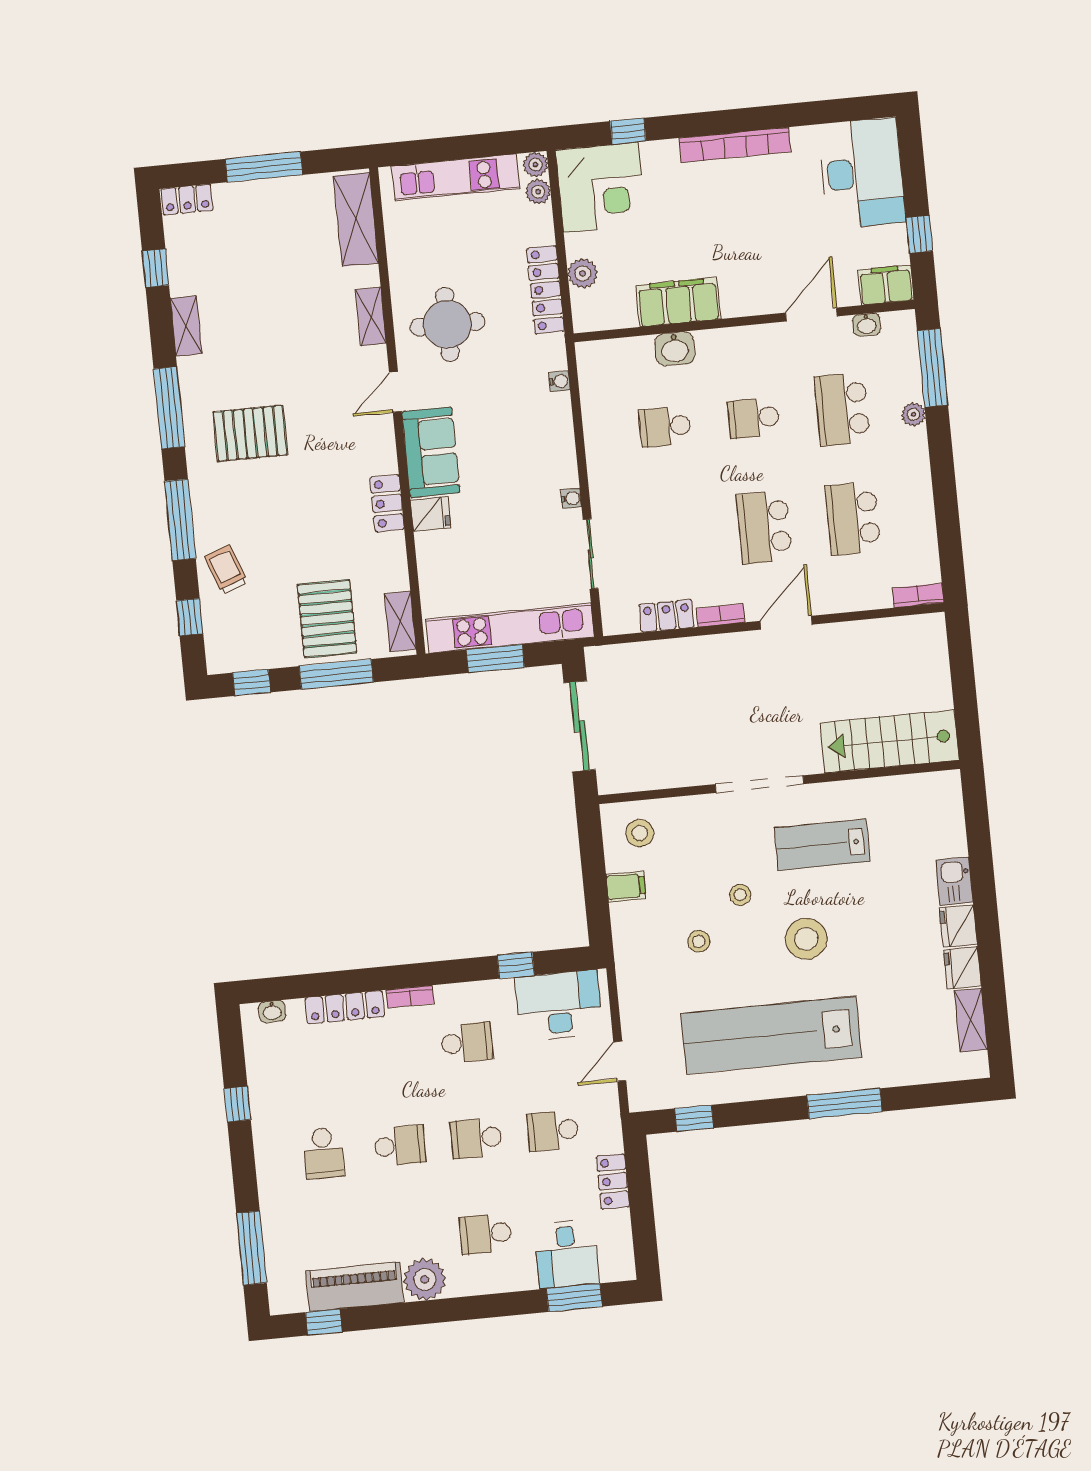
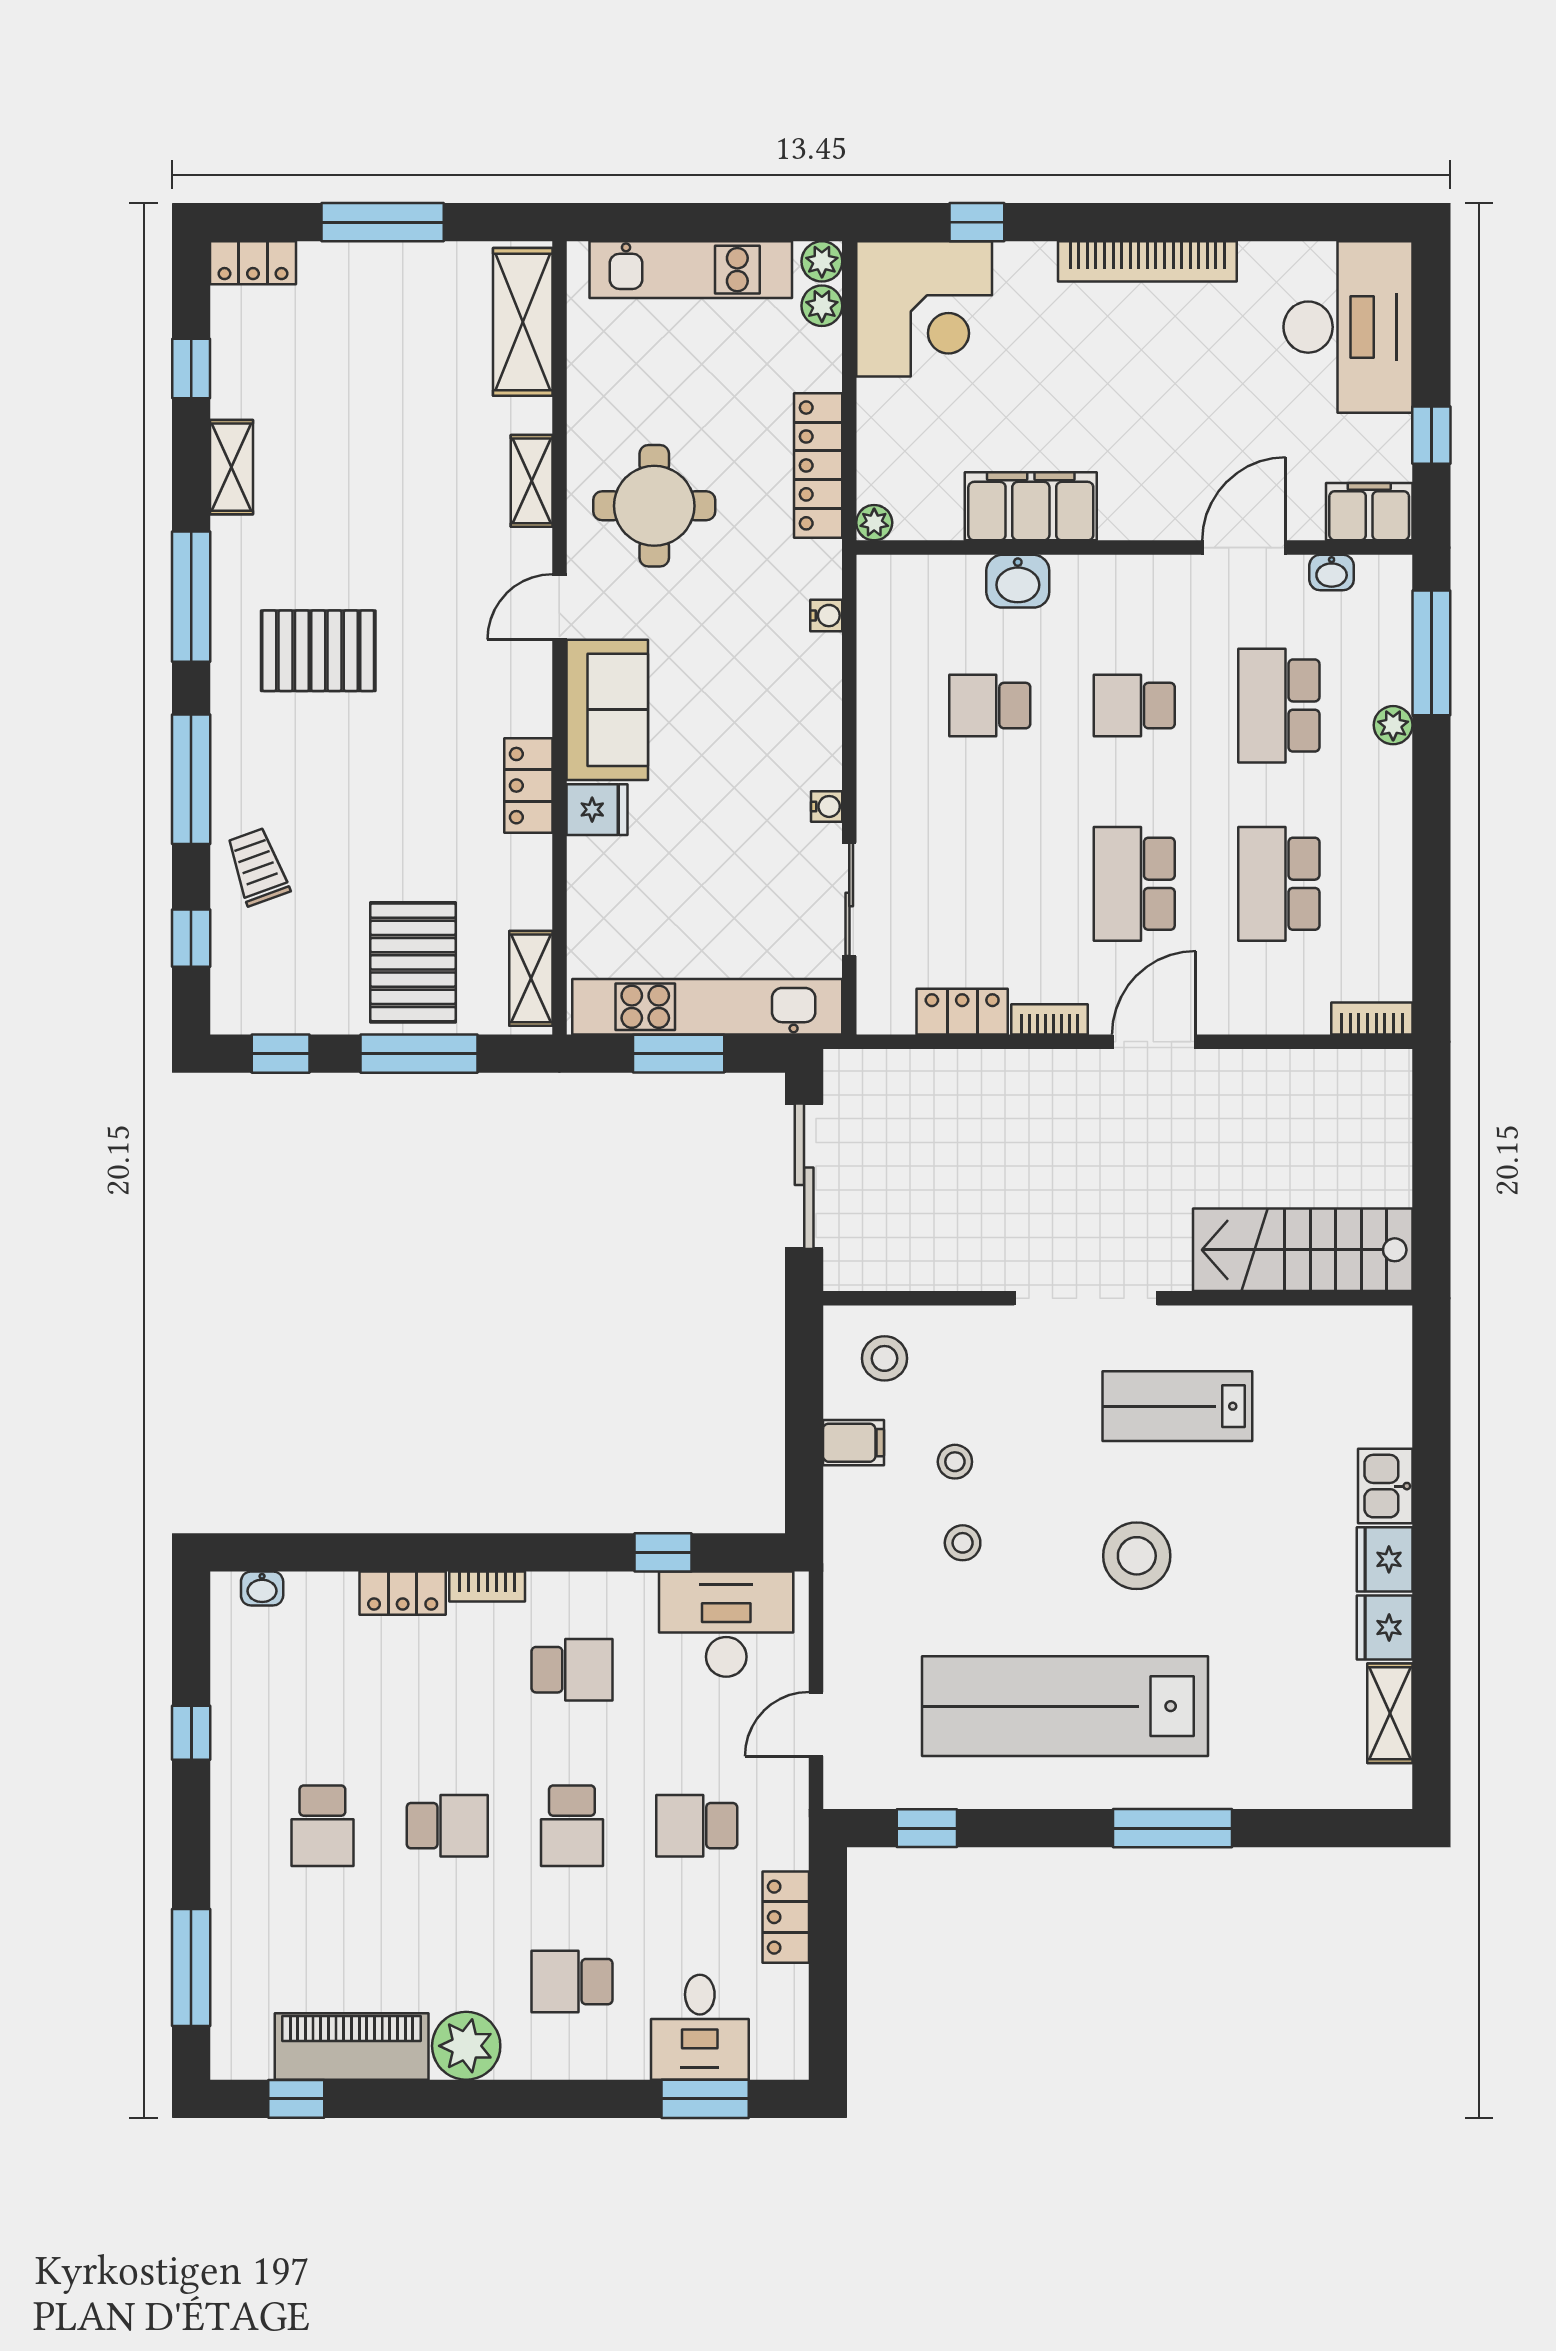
plant: (583, 273) -> (874, 523), moved, width x0.73, depth x0.73
stool: (740, 895) -> (955, 1462), moved
locker: (345, 1007) -> (403, 1593), width x0.66
school desk: (476, 1138) -> (572, 1826), turned -90

